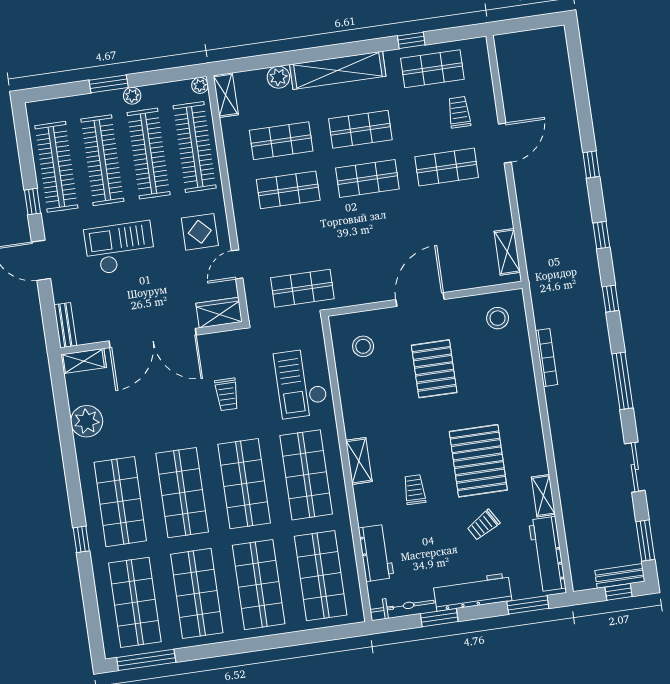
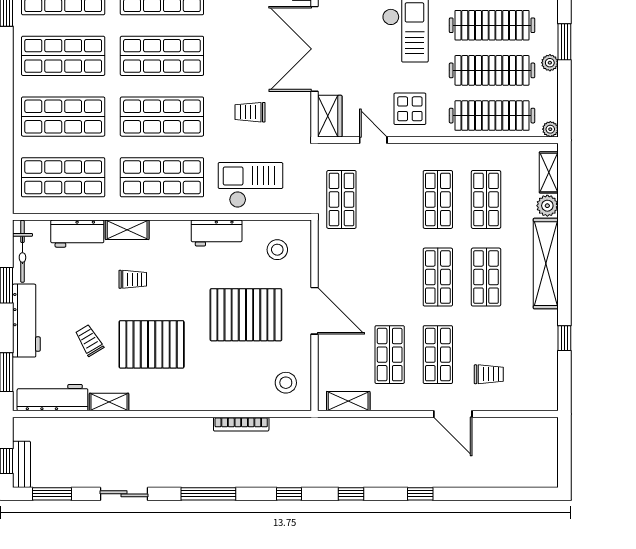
shop shelf: (432, 69) -> (390, 355), moved
shelving: (226, 95) -> (549, 172), moved, turned 90
pallet: (434, 369) -> (246, 315), width x1.37, depth x1.41
workbench: (355, 411) -> (217, 233), added
shelving: (359, 461) -> (127, 230), moved

